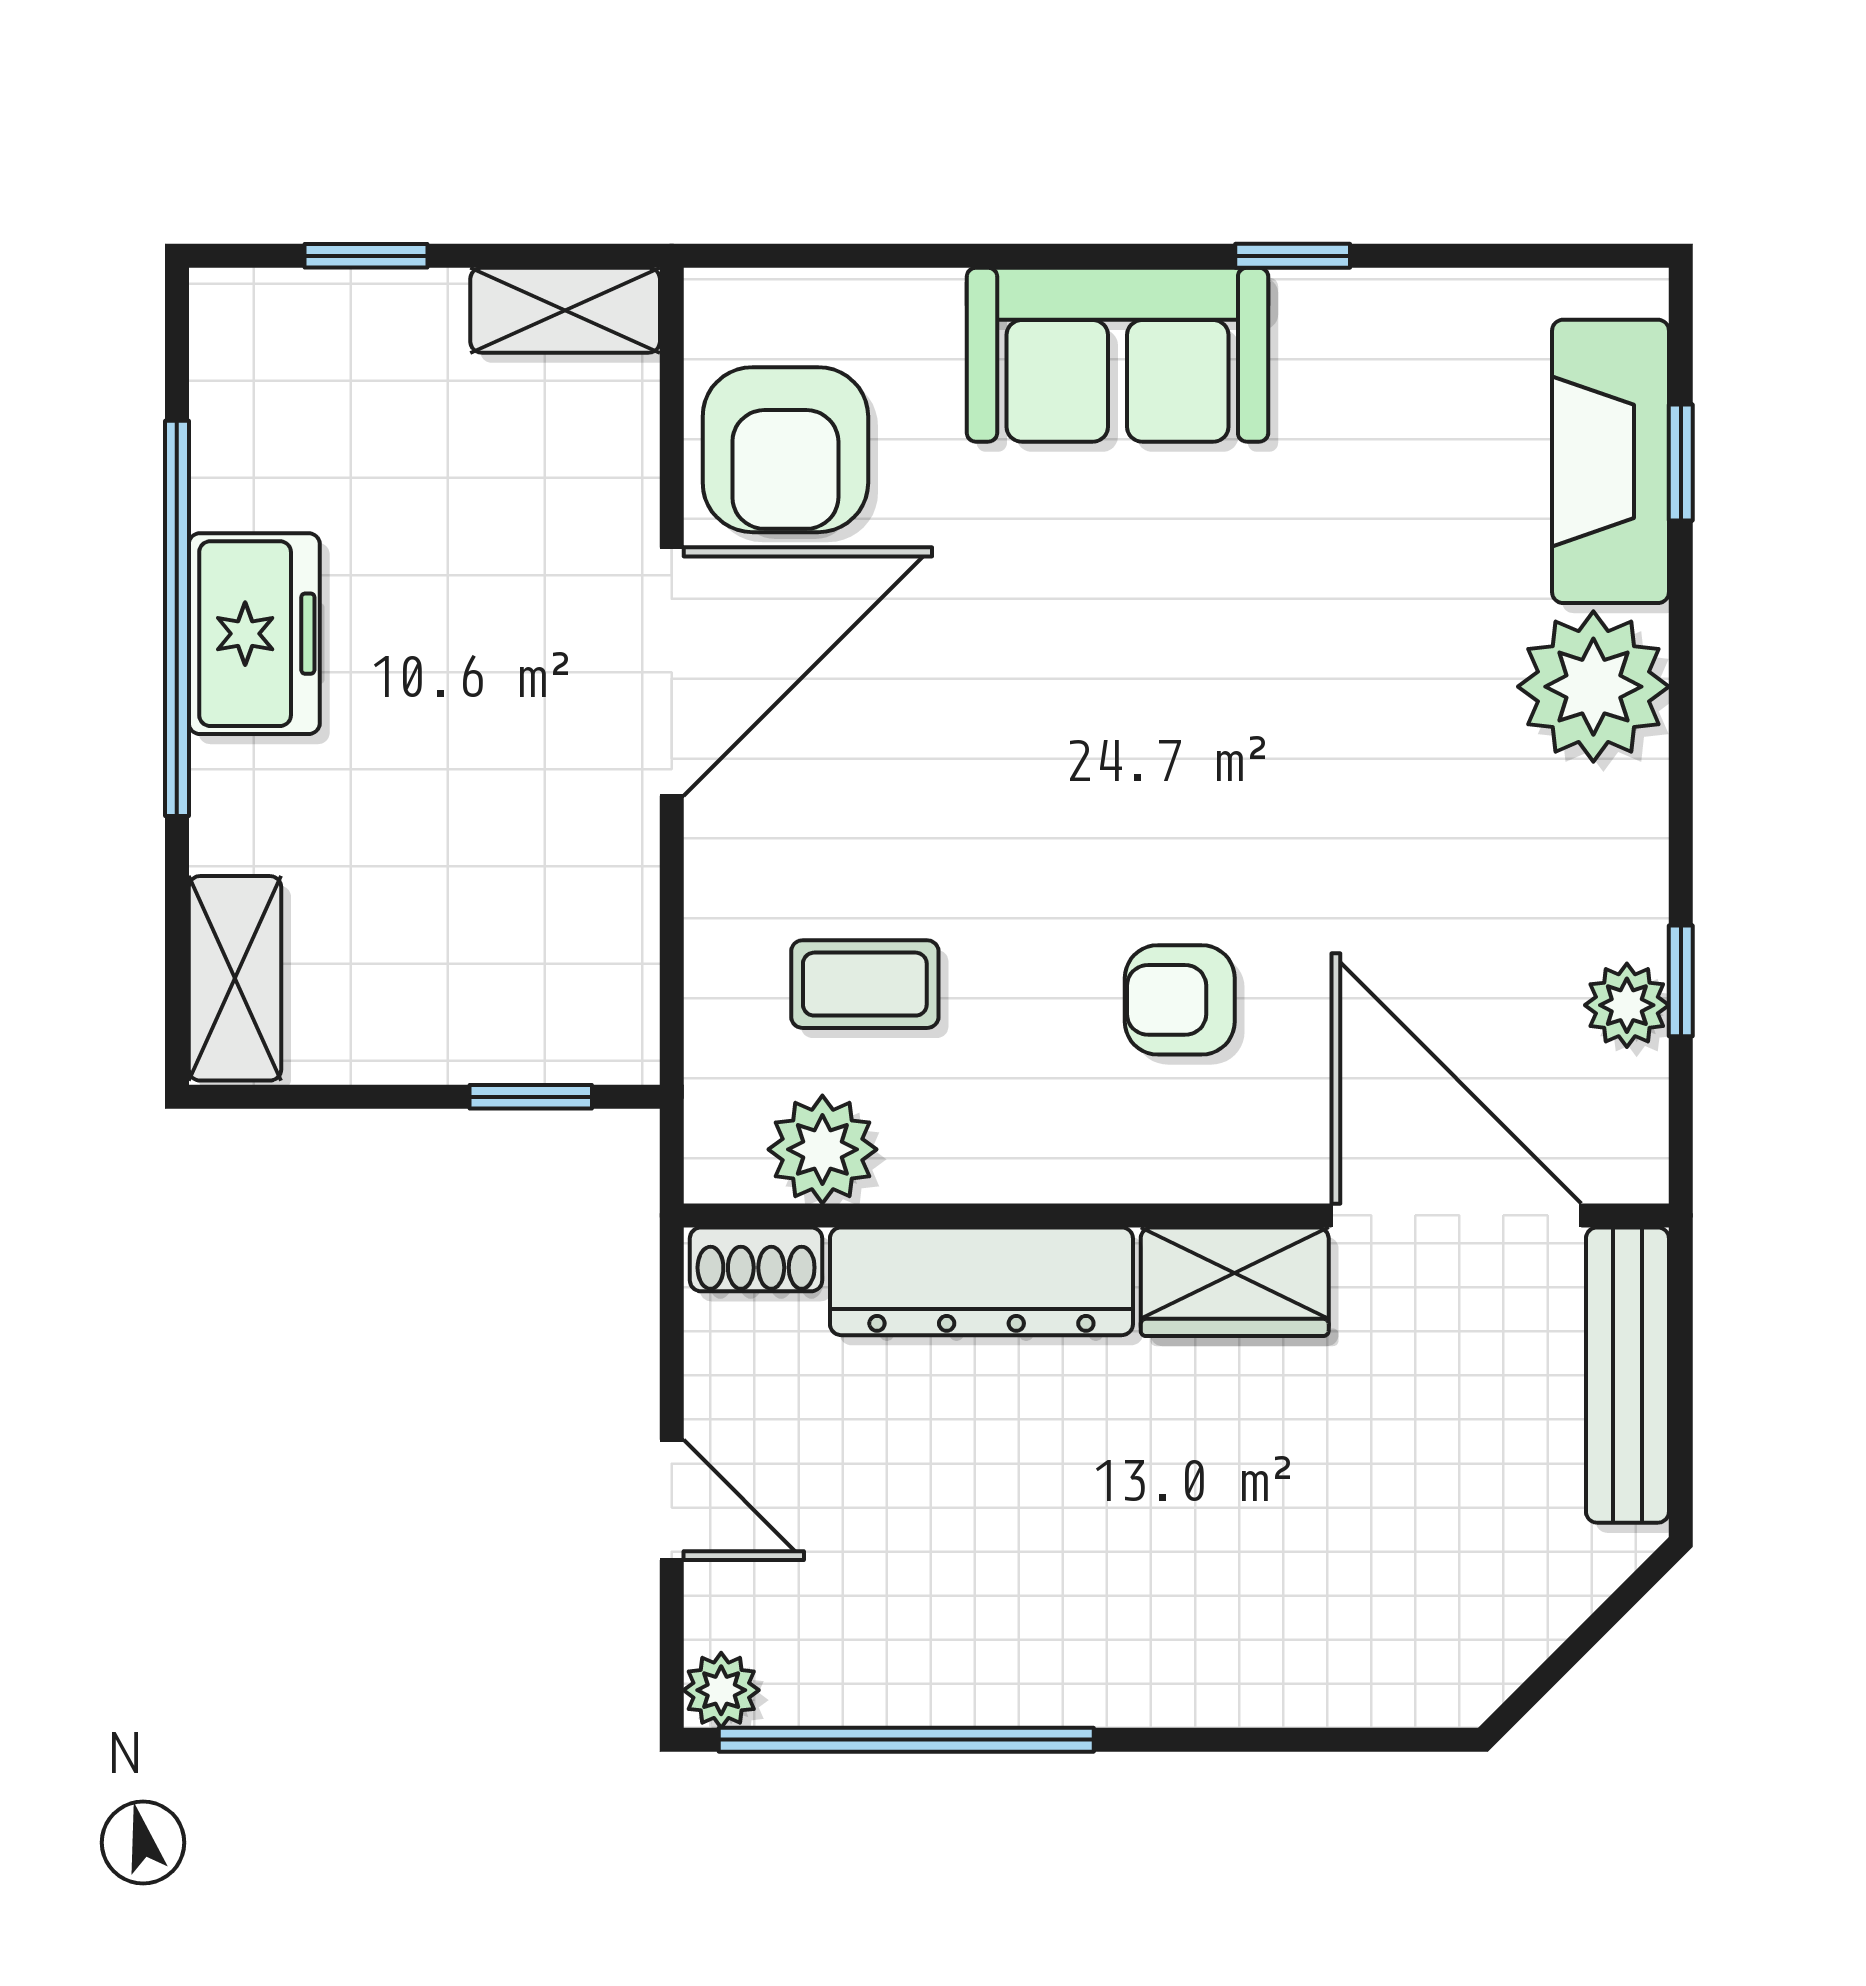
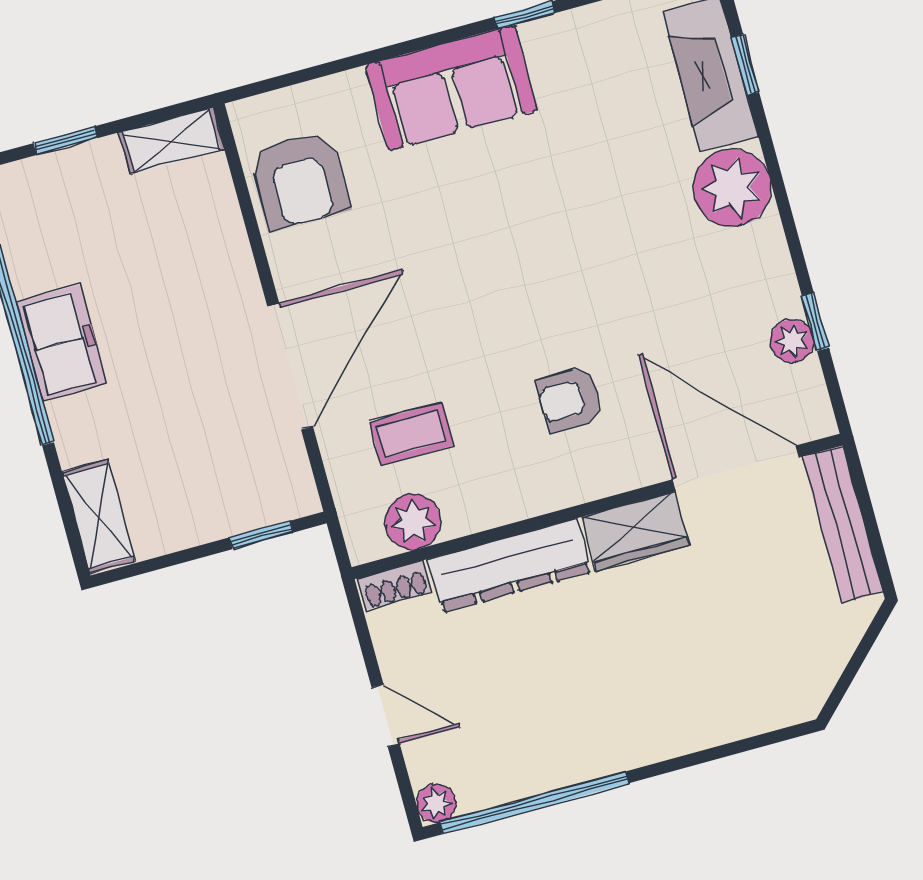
door: (672, 672) -> (290, 366), moved

